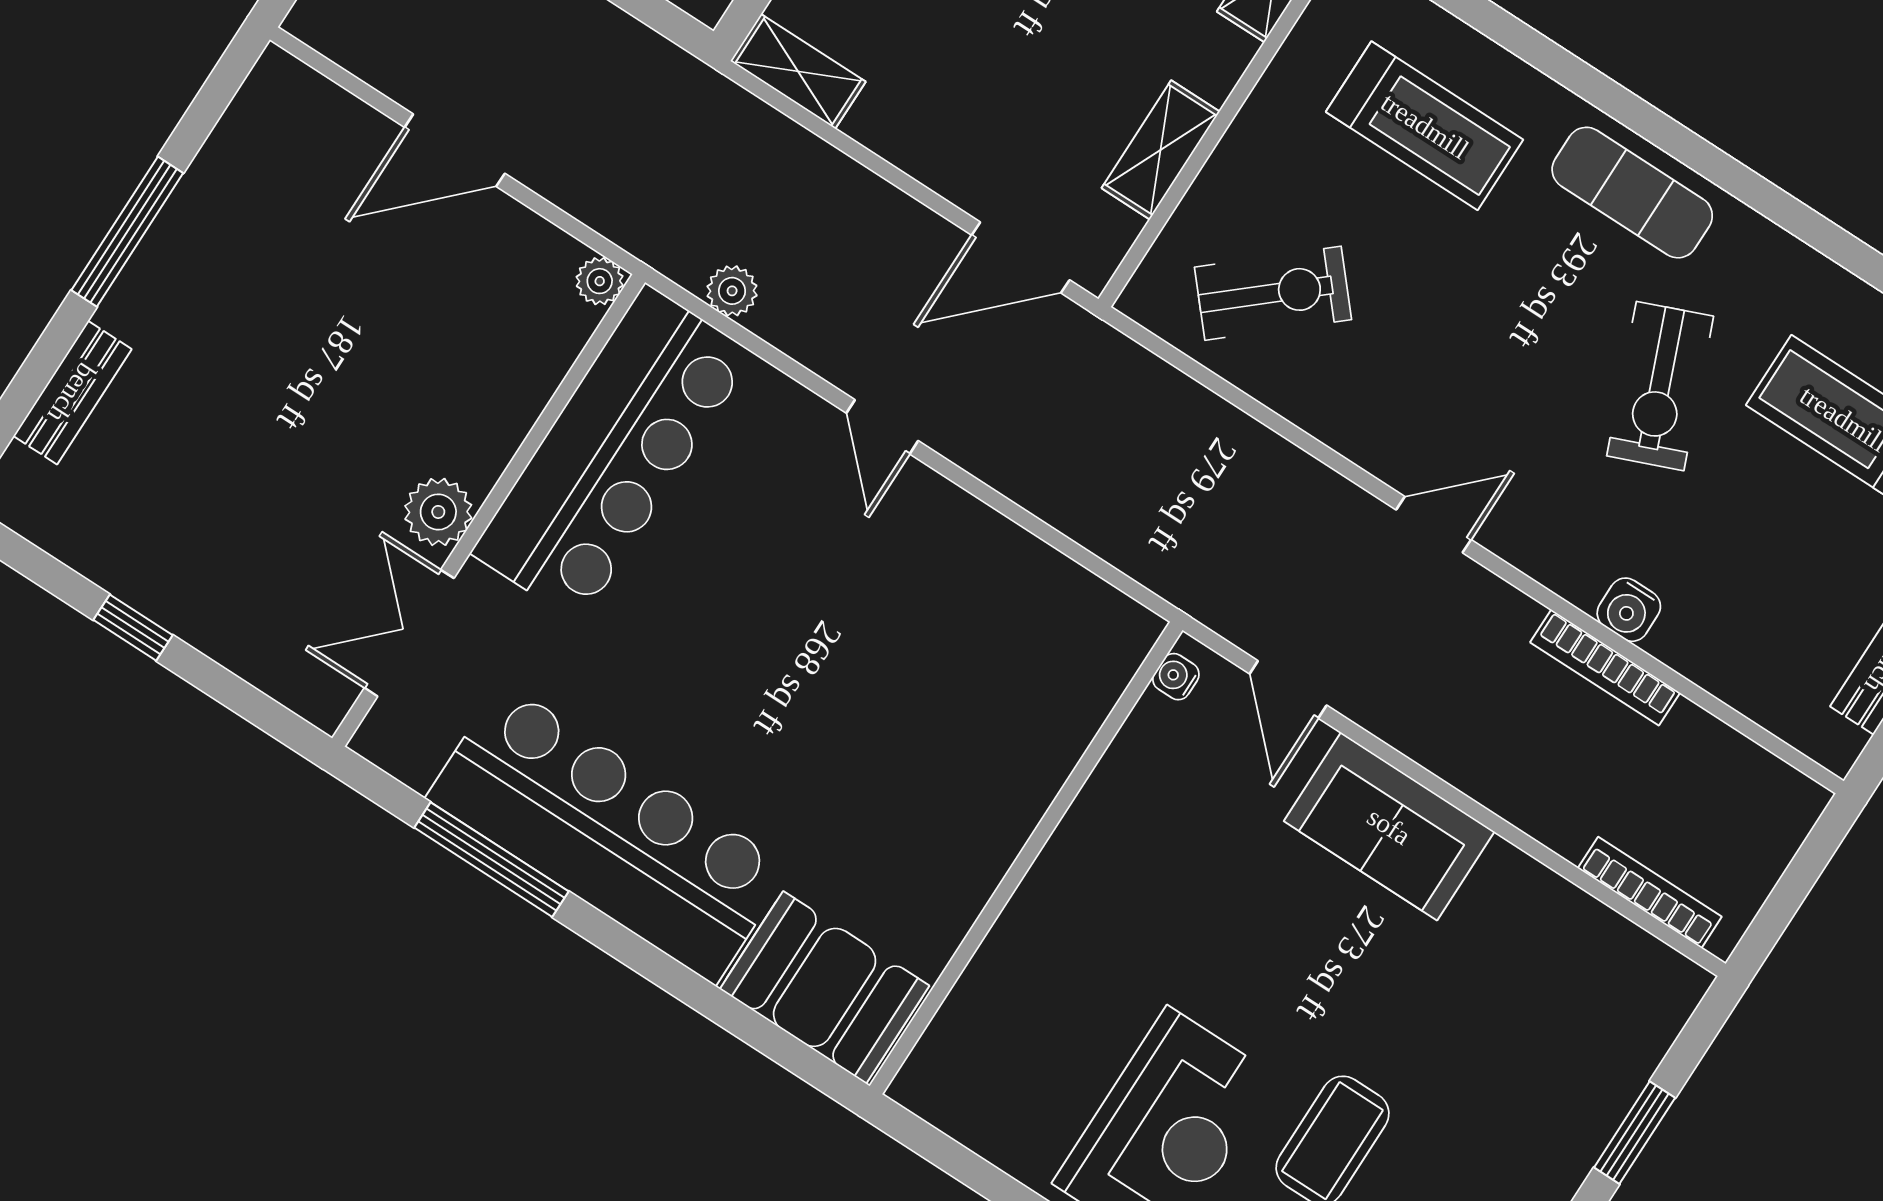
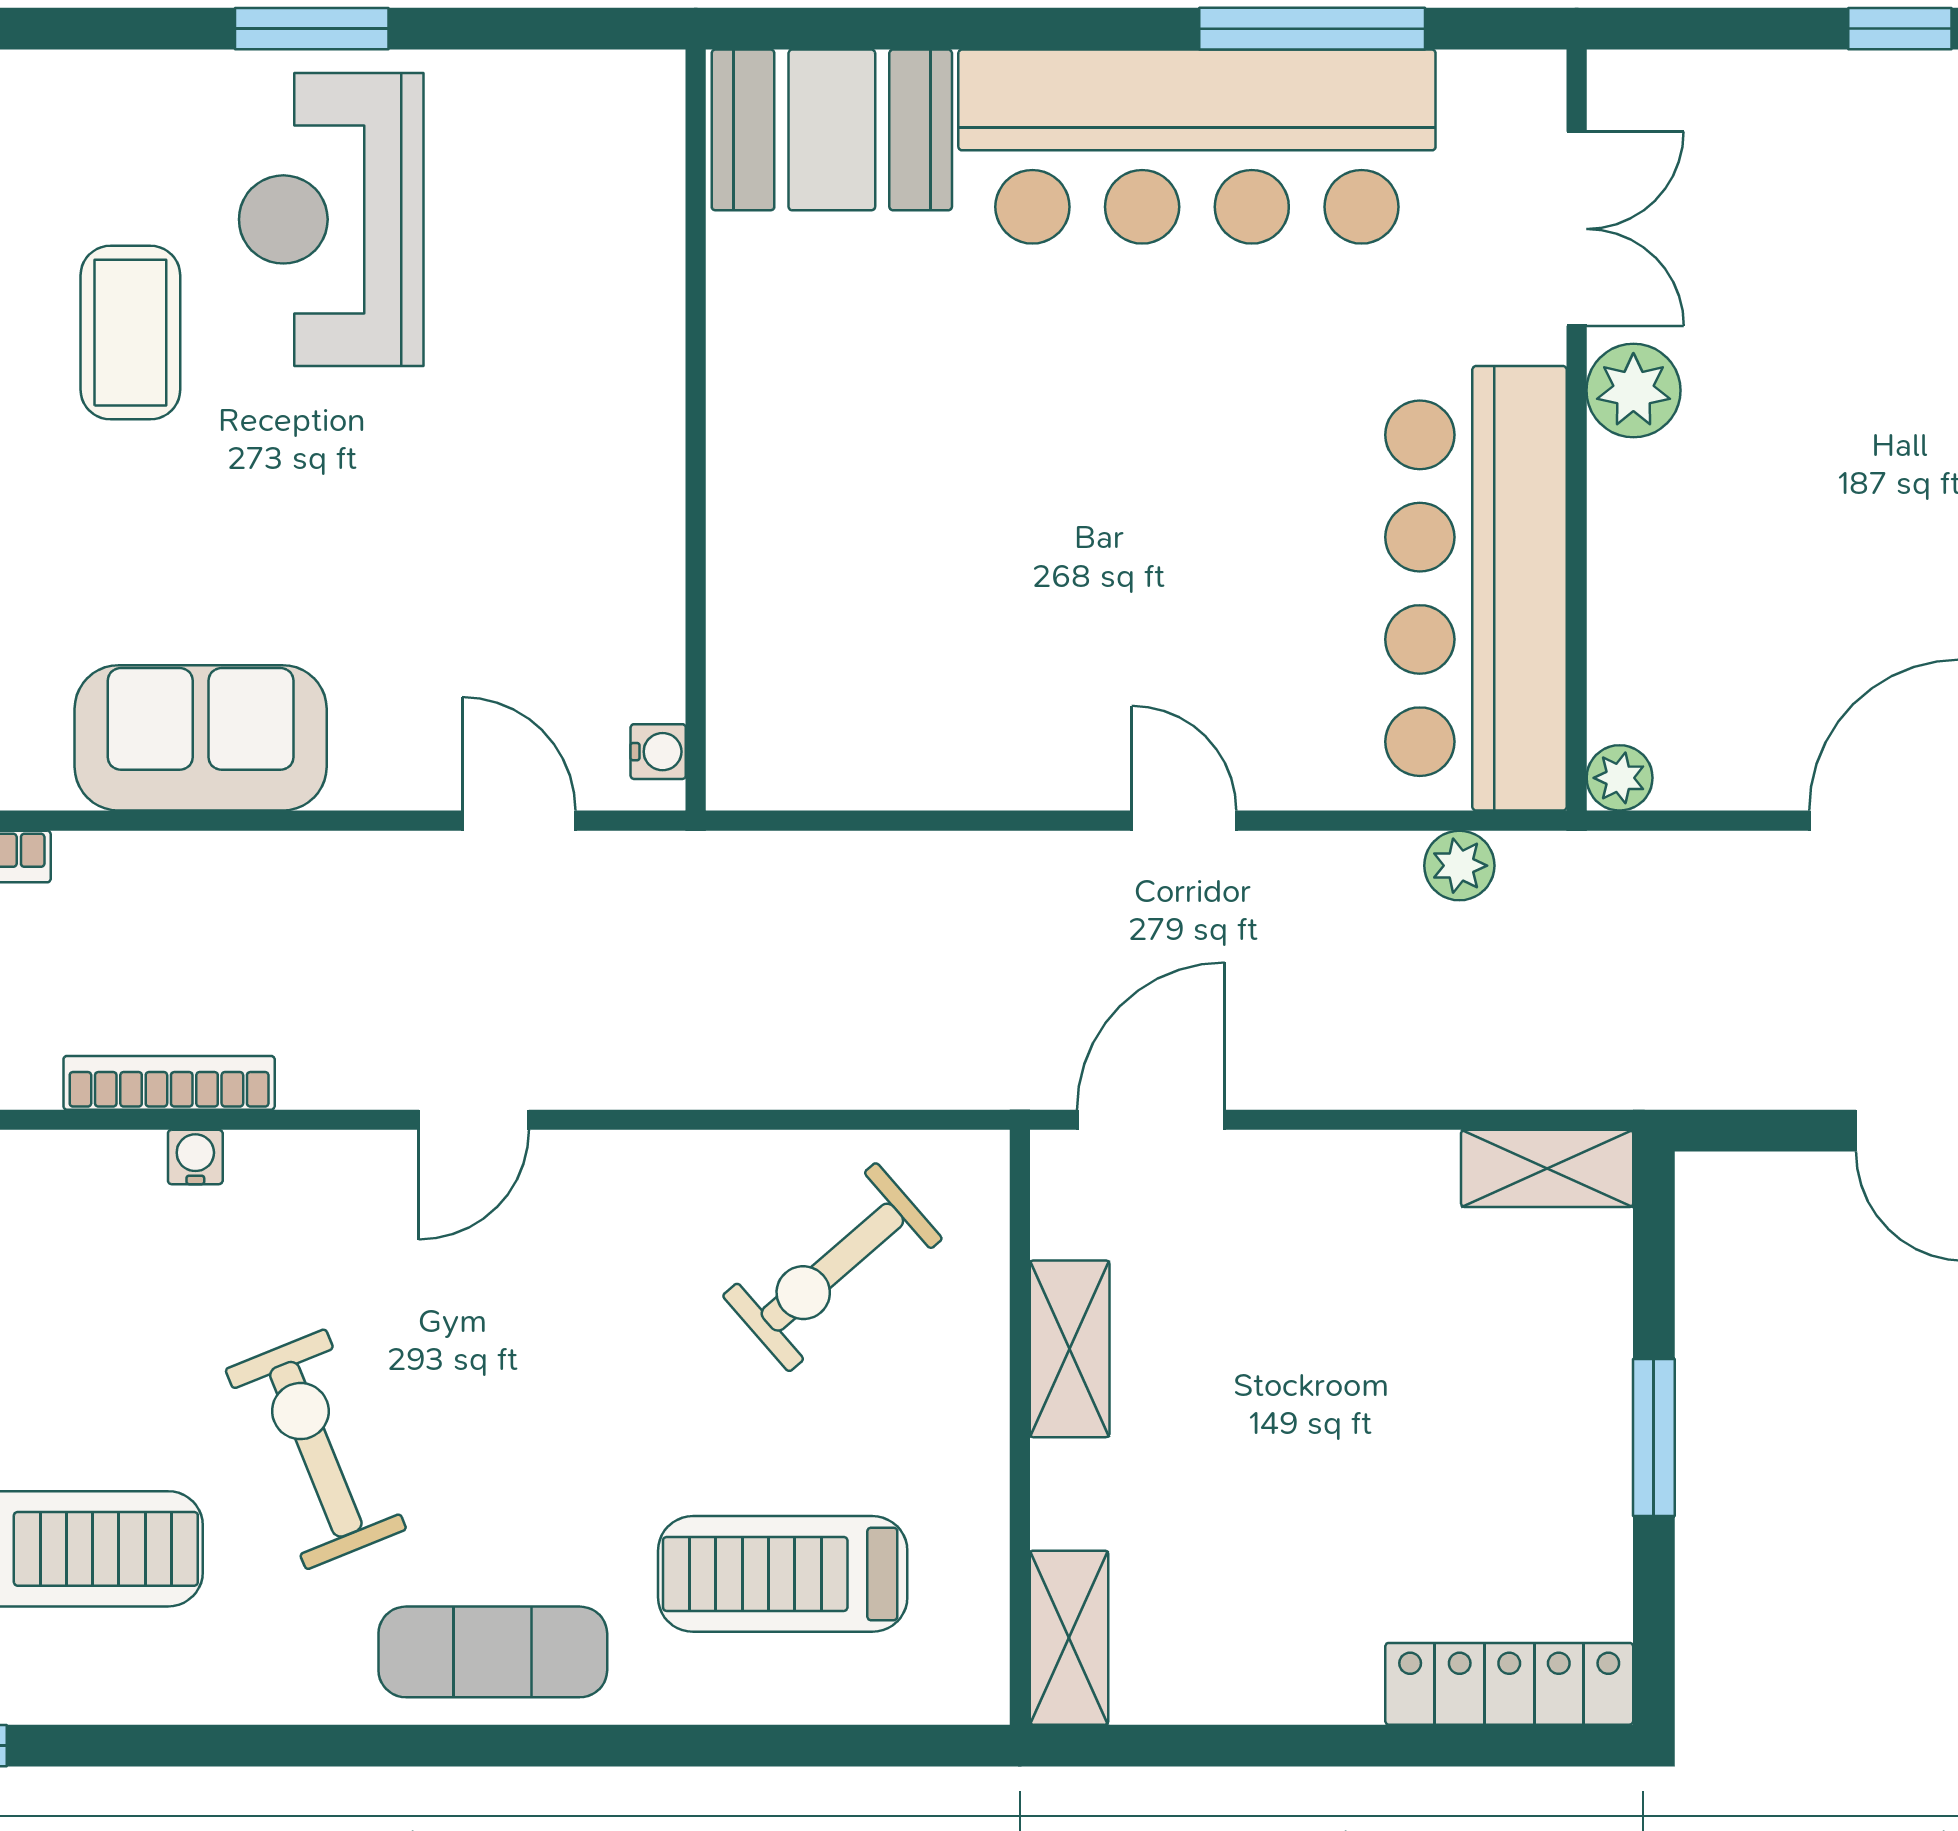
water cooler: (1629, 610) -> (195, 1157), width x0.72, depth x0.72
sofa: (1389, 826) -> (201, 738), moved

